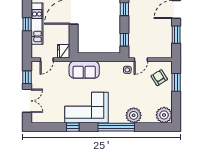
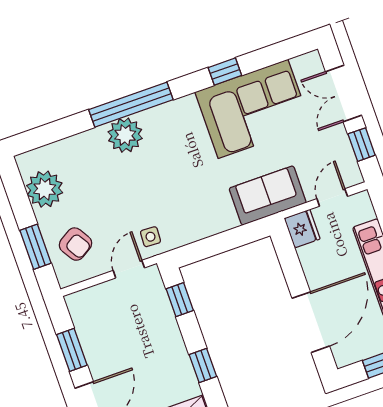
sofa: (84, 70) -> (268, 196), moved
corner sofa: (86, 108) -> (253, 109), moved
plant: (134, 115) -> (125, 135), moved
plant: (164, 115) -> (45, 189), moved

